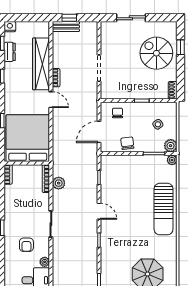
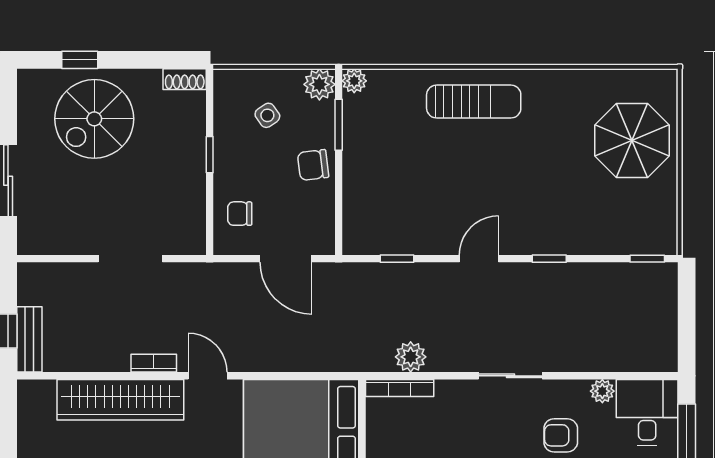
door: (51, 100) -> (208, 376), hinge flipped
chair: (127, 143) -> (313, 165), moved
sun lounger: (164, 209) -> (474, 102), width x0.73, depth x0.75
armchair: (26, 245) -> (561, 435), turned 180

